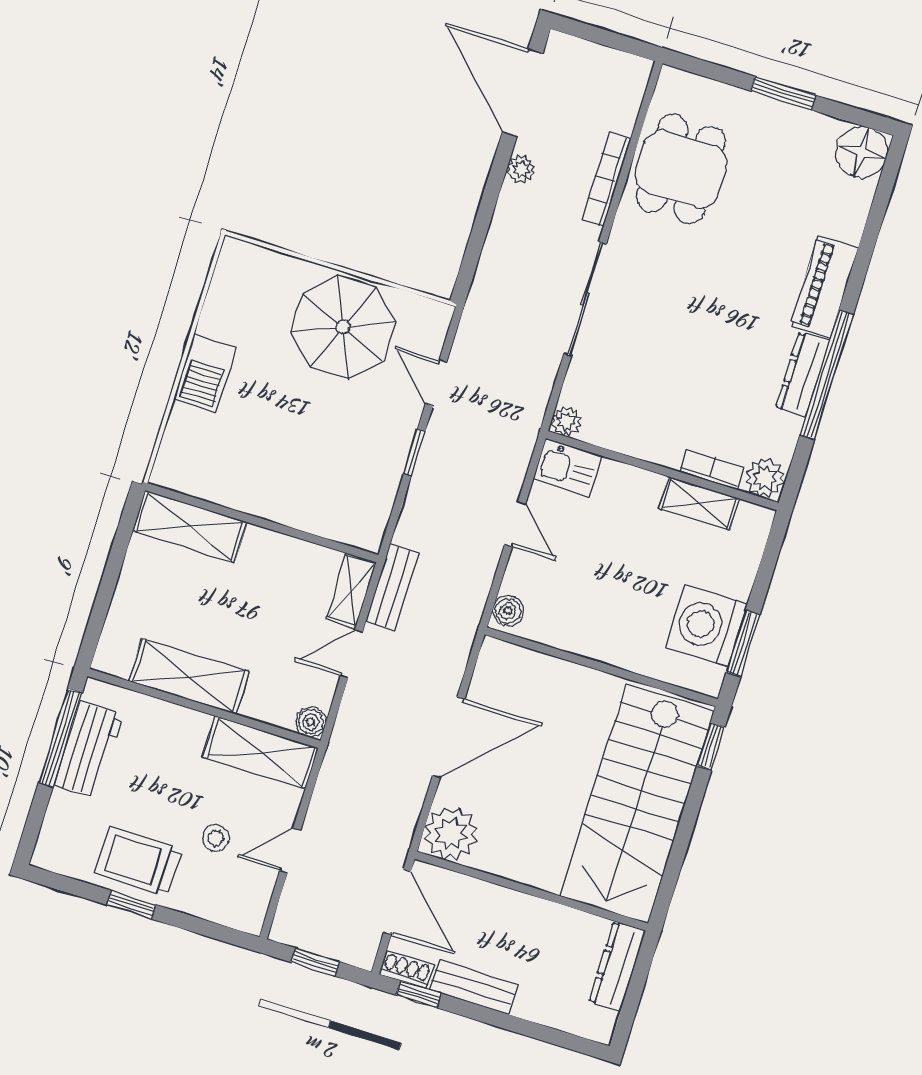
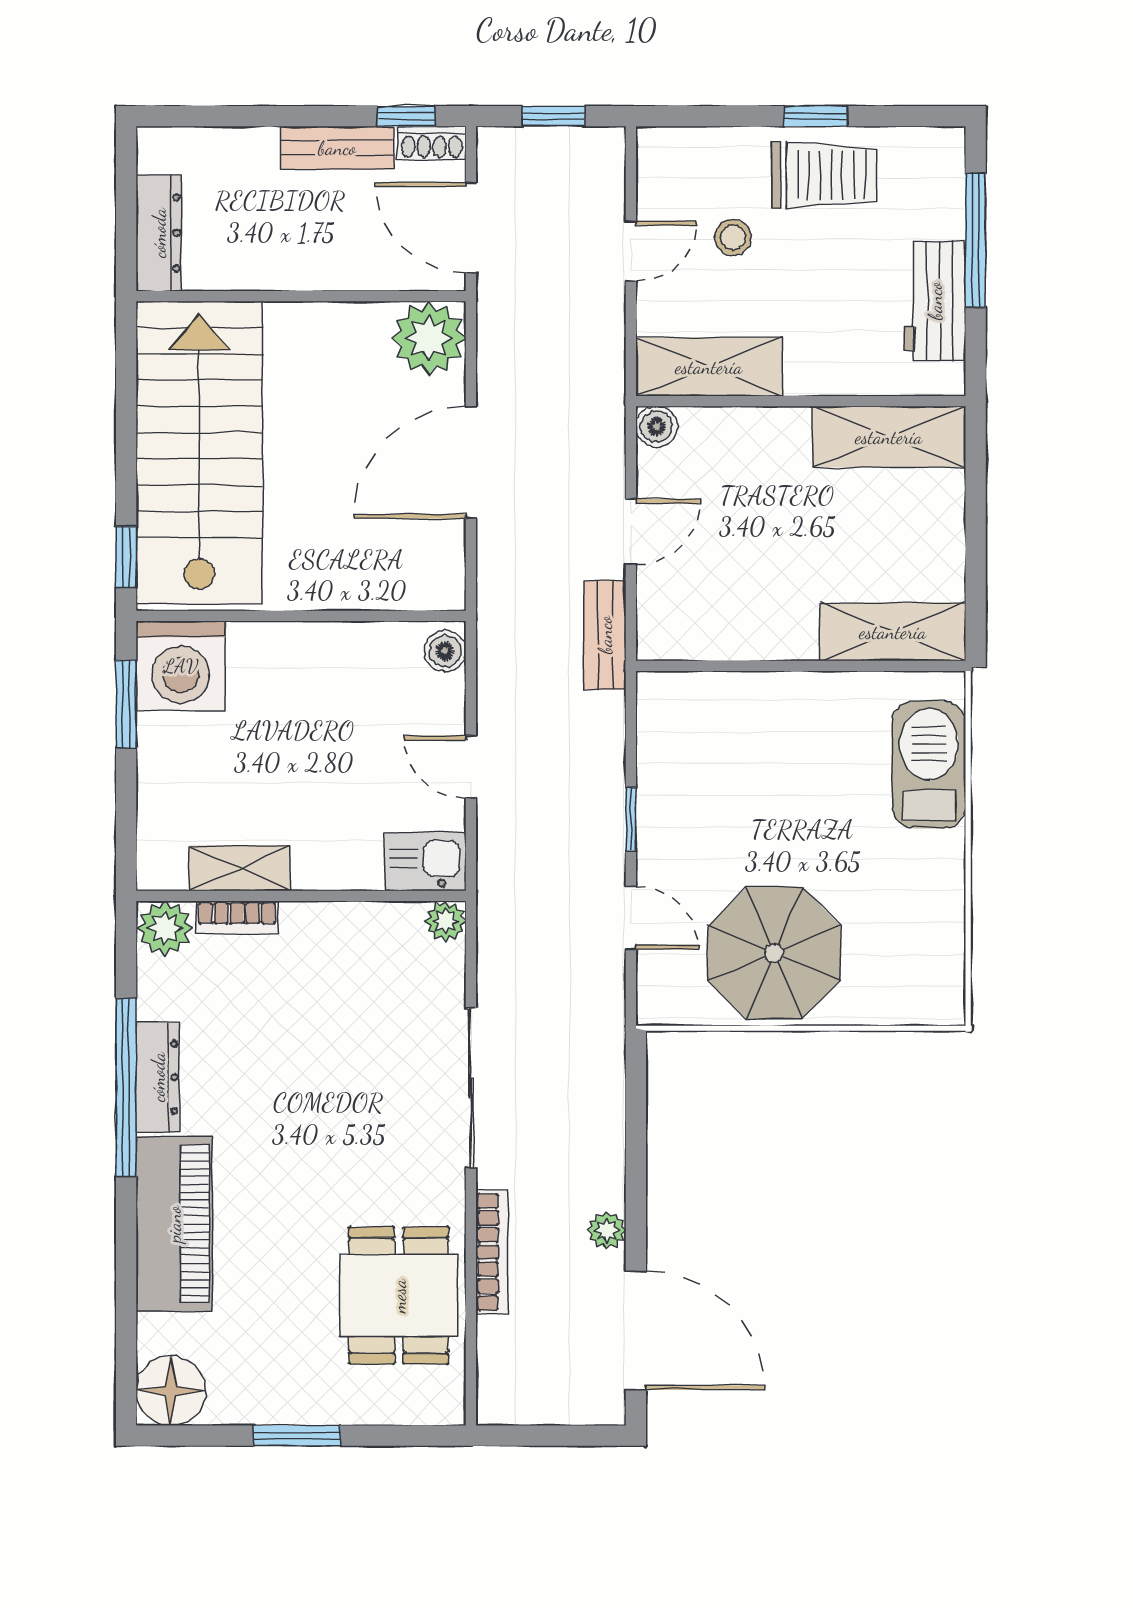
piano: (824, 287) -> (174, 1224), width x1.37, depth x1.33
barbecue: (205, 373) -> (929, 765), moved, width x1.37, depth x1.21
shelving: (351, 591) -> (657, 614), removed
washing machine: (707, 626) -> (181, 666), moved, turned 90
shelving: (189, 676) -> (889, 437), moved
window: (60, 738) -> (976, 240), moved

